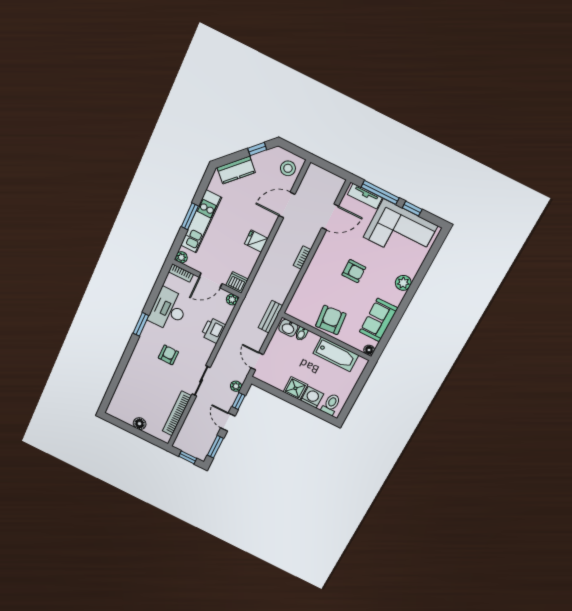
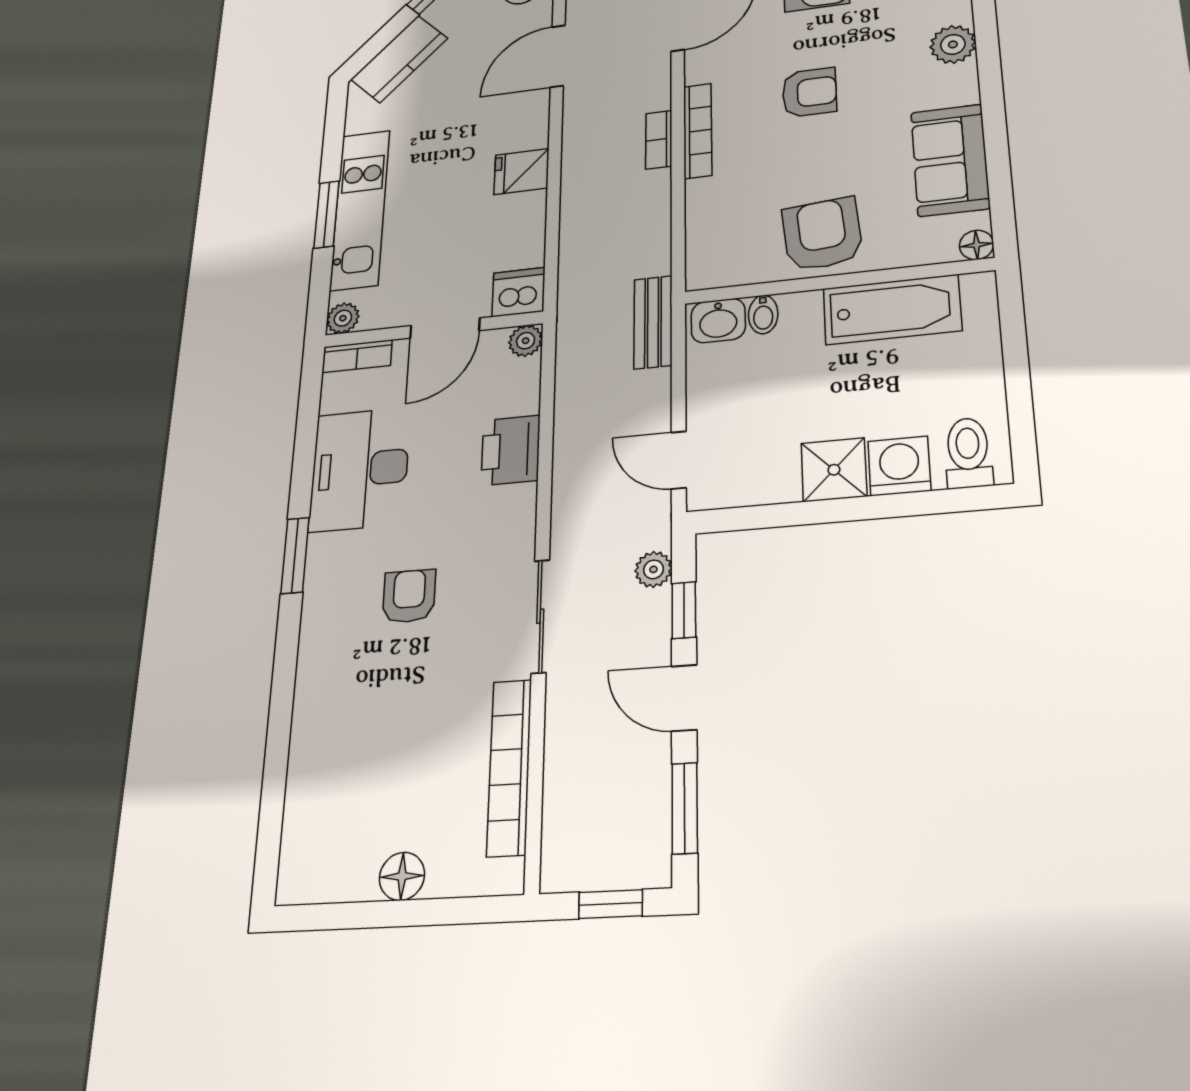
bookcase: (315, 262) -> (698, 131), added

